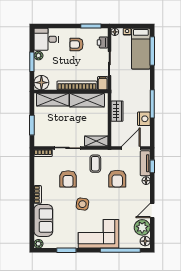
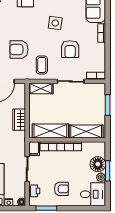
floor lamp: (41, 83) -> (98, 164), moved
armchair: (68, 179) -> (70, 49), turned 180
armchair: (117, 179) -> (19, 49), turned -90

